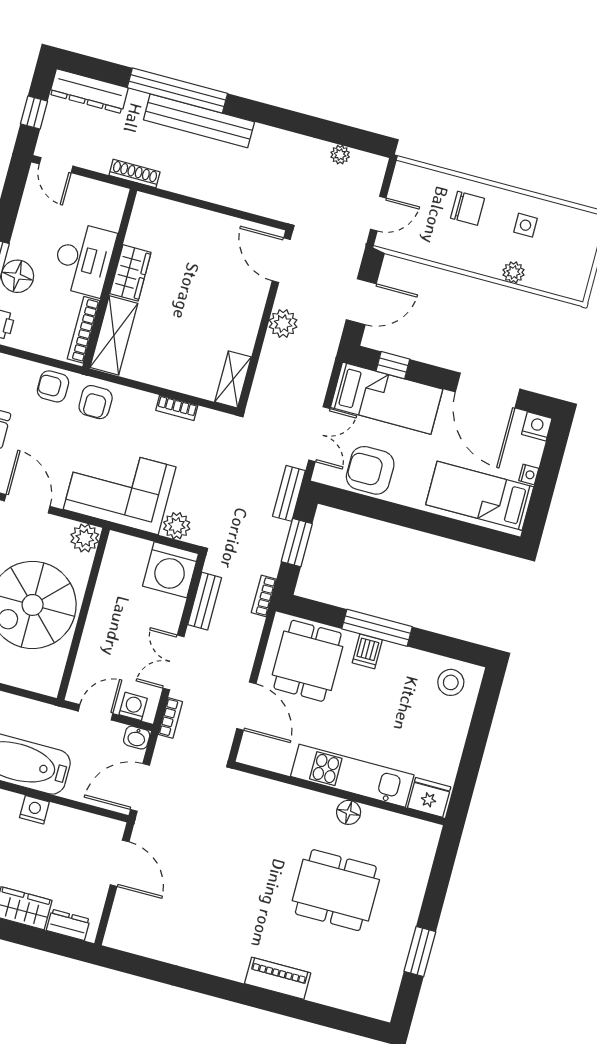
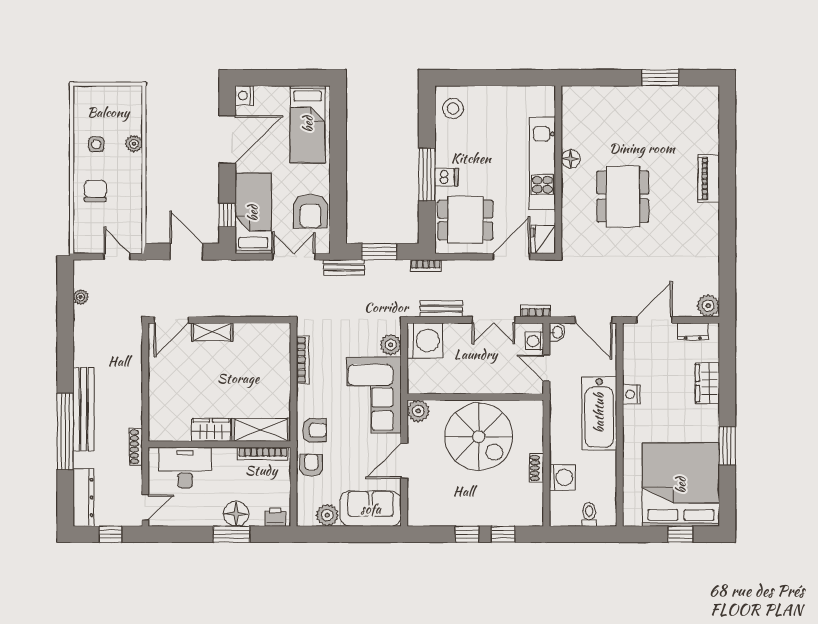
desk: (84, 259) -> (185, 468), moved
plant: (283, 324) -> (708, 306), moved
shelving: (233, 379) -> (212, 332), moved
armchair: (53, 386) -> (311, 465), turned 180
bookcase: (177, 408) -> (303, 360), width x1.56
nightstand: (529, 475) -> (282, 92), removed
fridge: (429, 797) -> (543, 239), moved
dining table: (336, 890) -> (623, 197), moved
dresser: (68, 925) -> (693, 331), moved, turned -90

